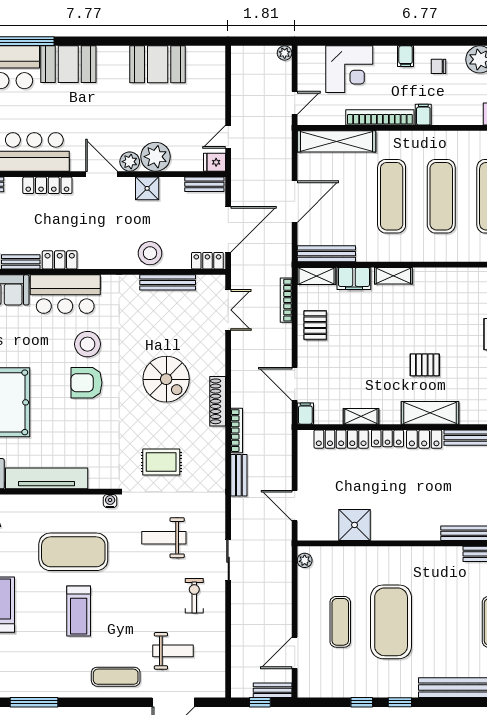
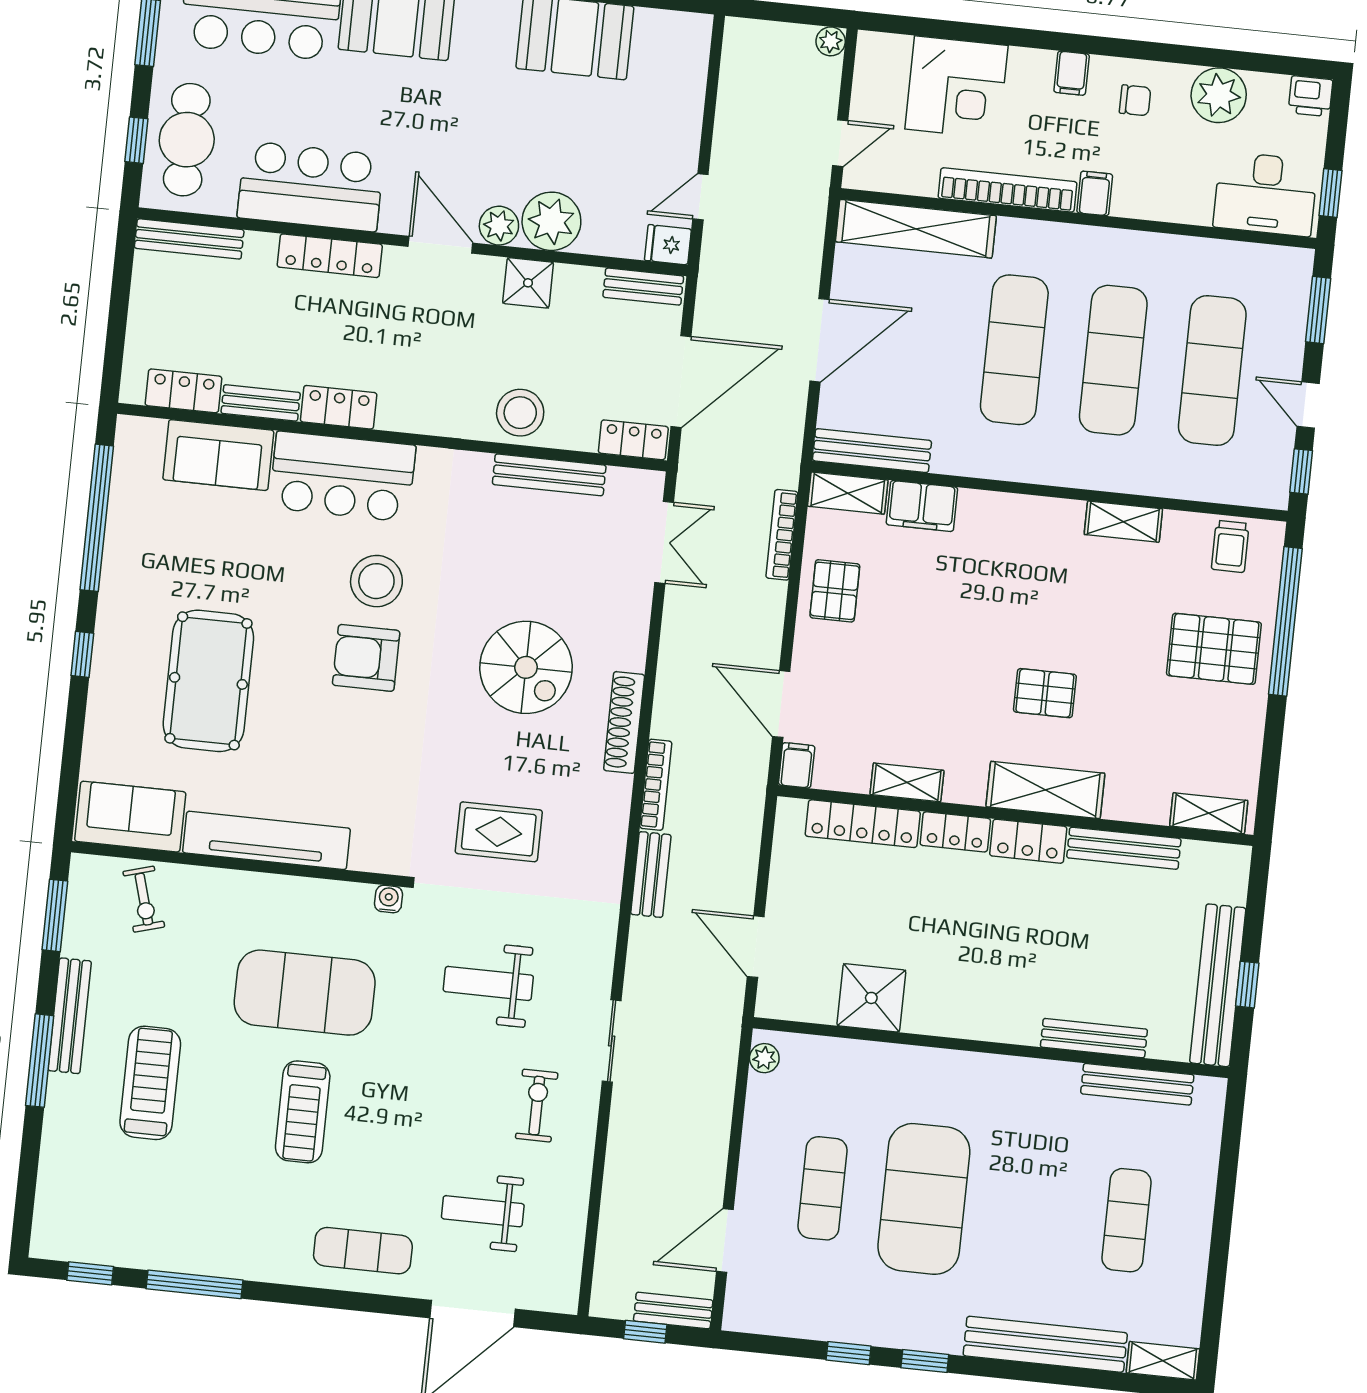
chair: (438, 66) -> (1135, 100), turned 180
shelving: (393, 276) -> (1123, 522), moved
weight bench: (173, 651) -> (483, 1211), turned 180

